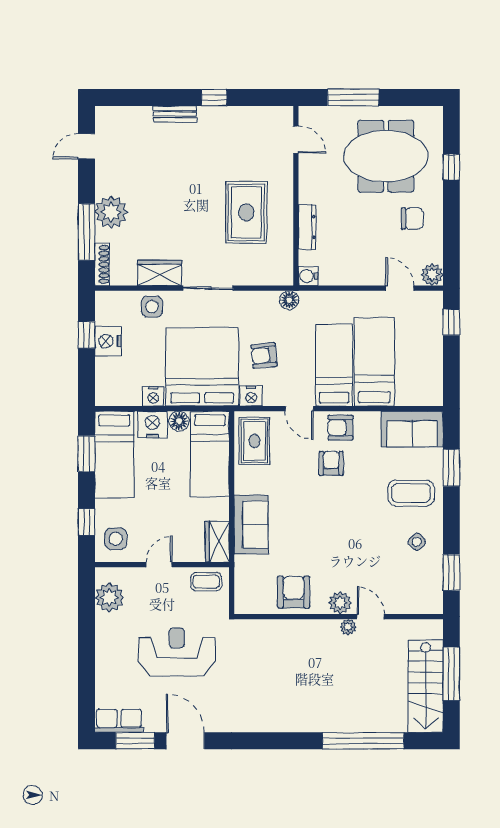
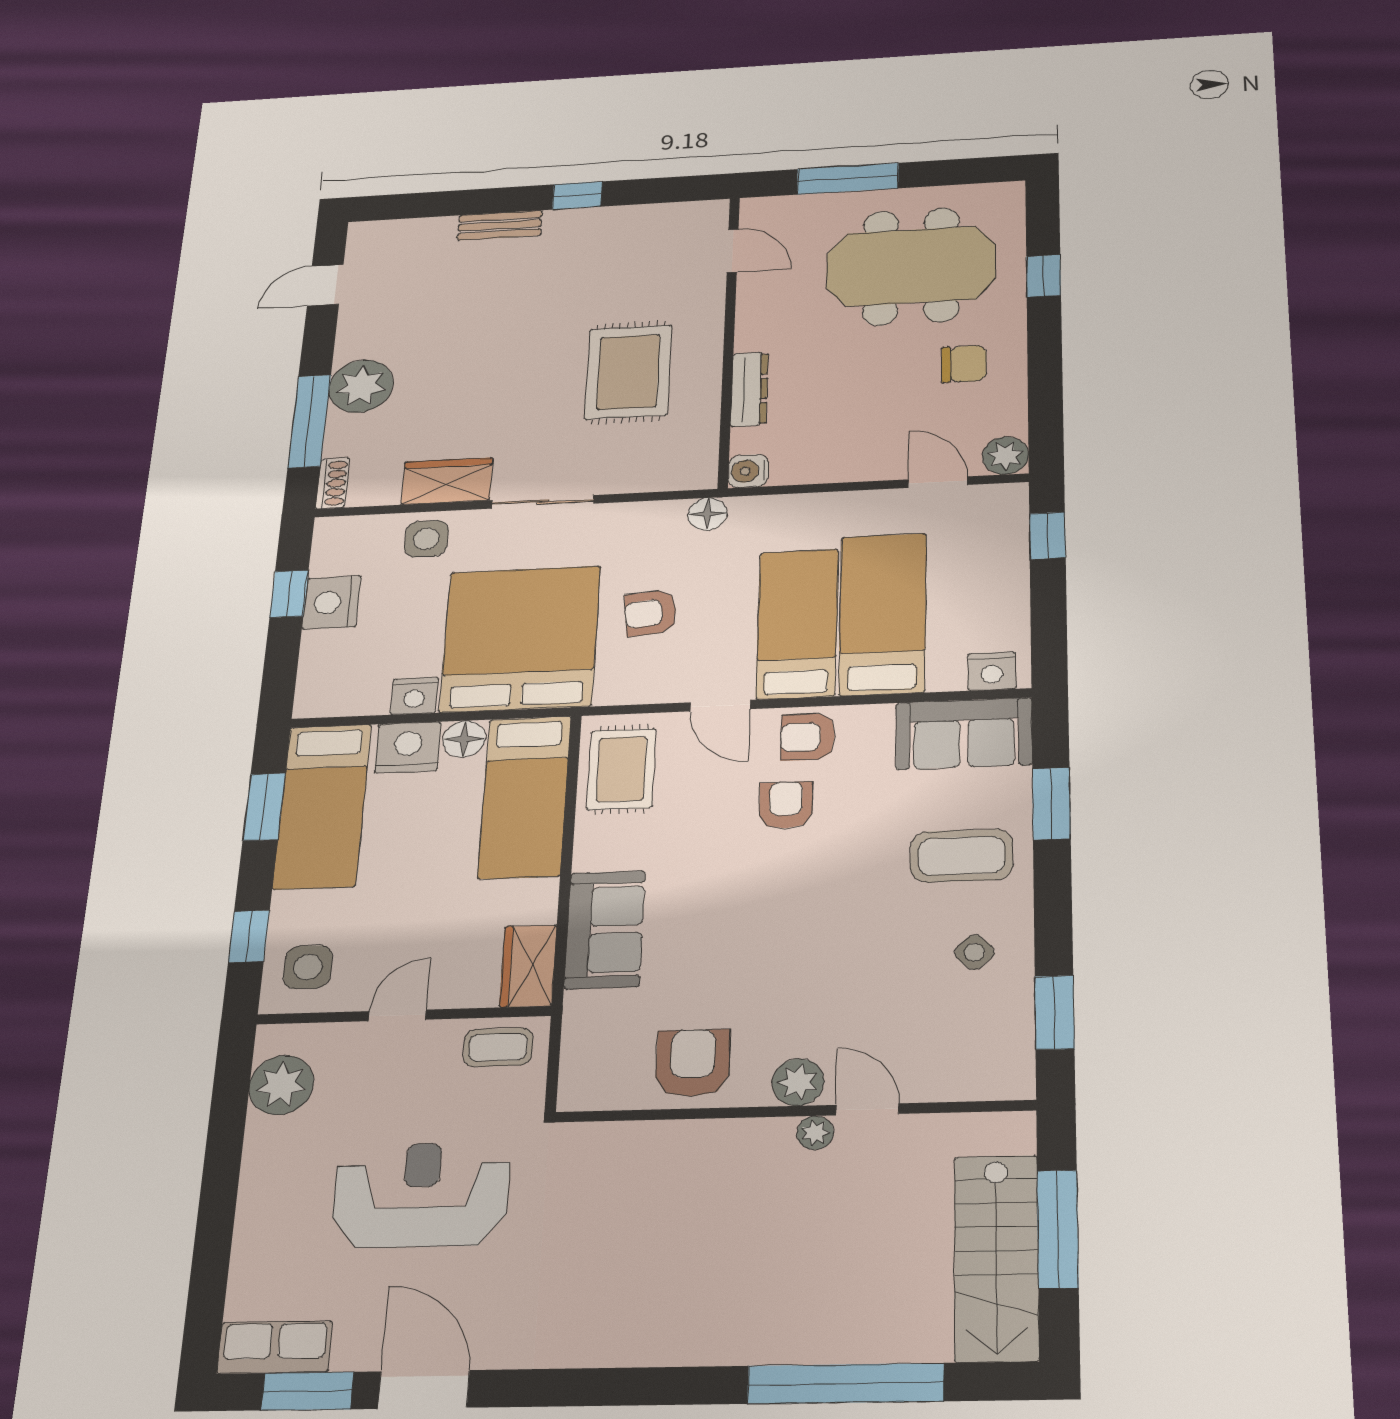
shoe rack: (102, 264) -> (333, 483), width x0.70
nightstand: (251, 396) -> (992, 671), moved

